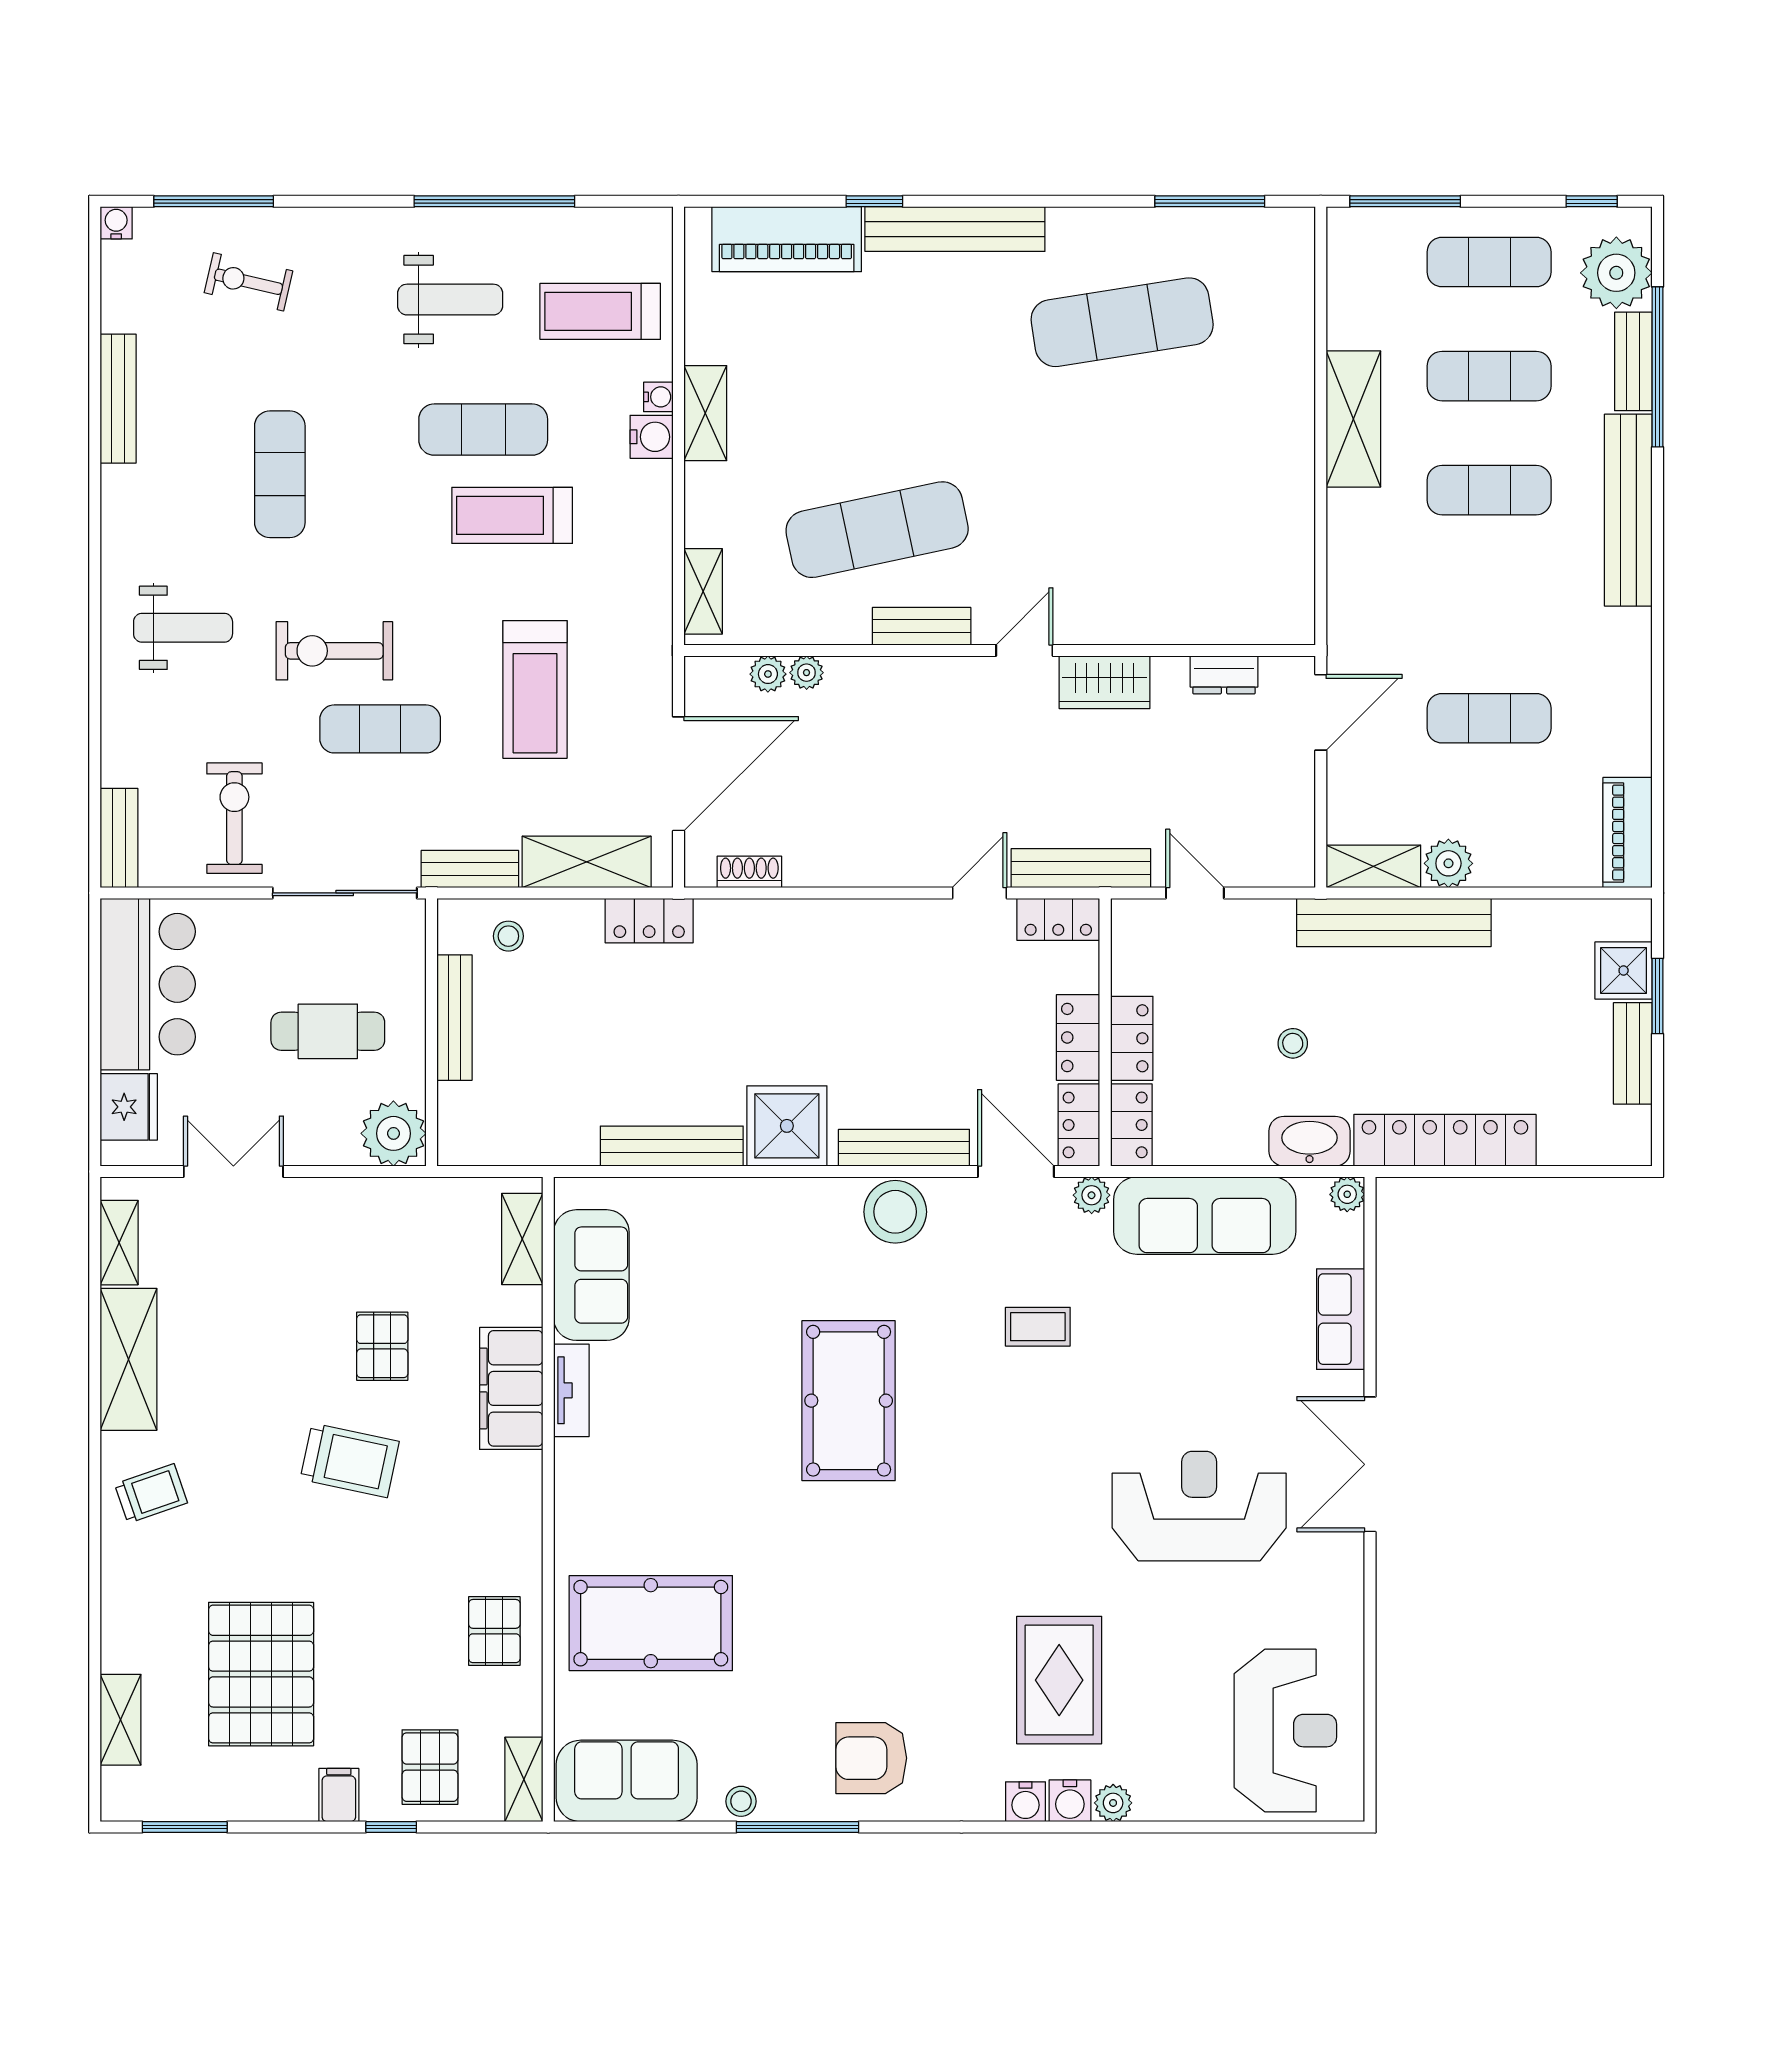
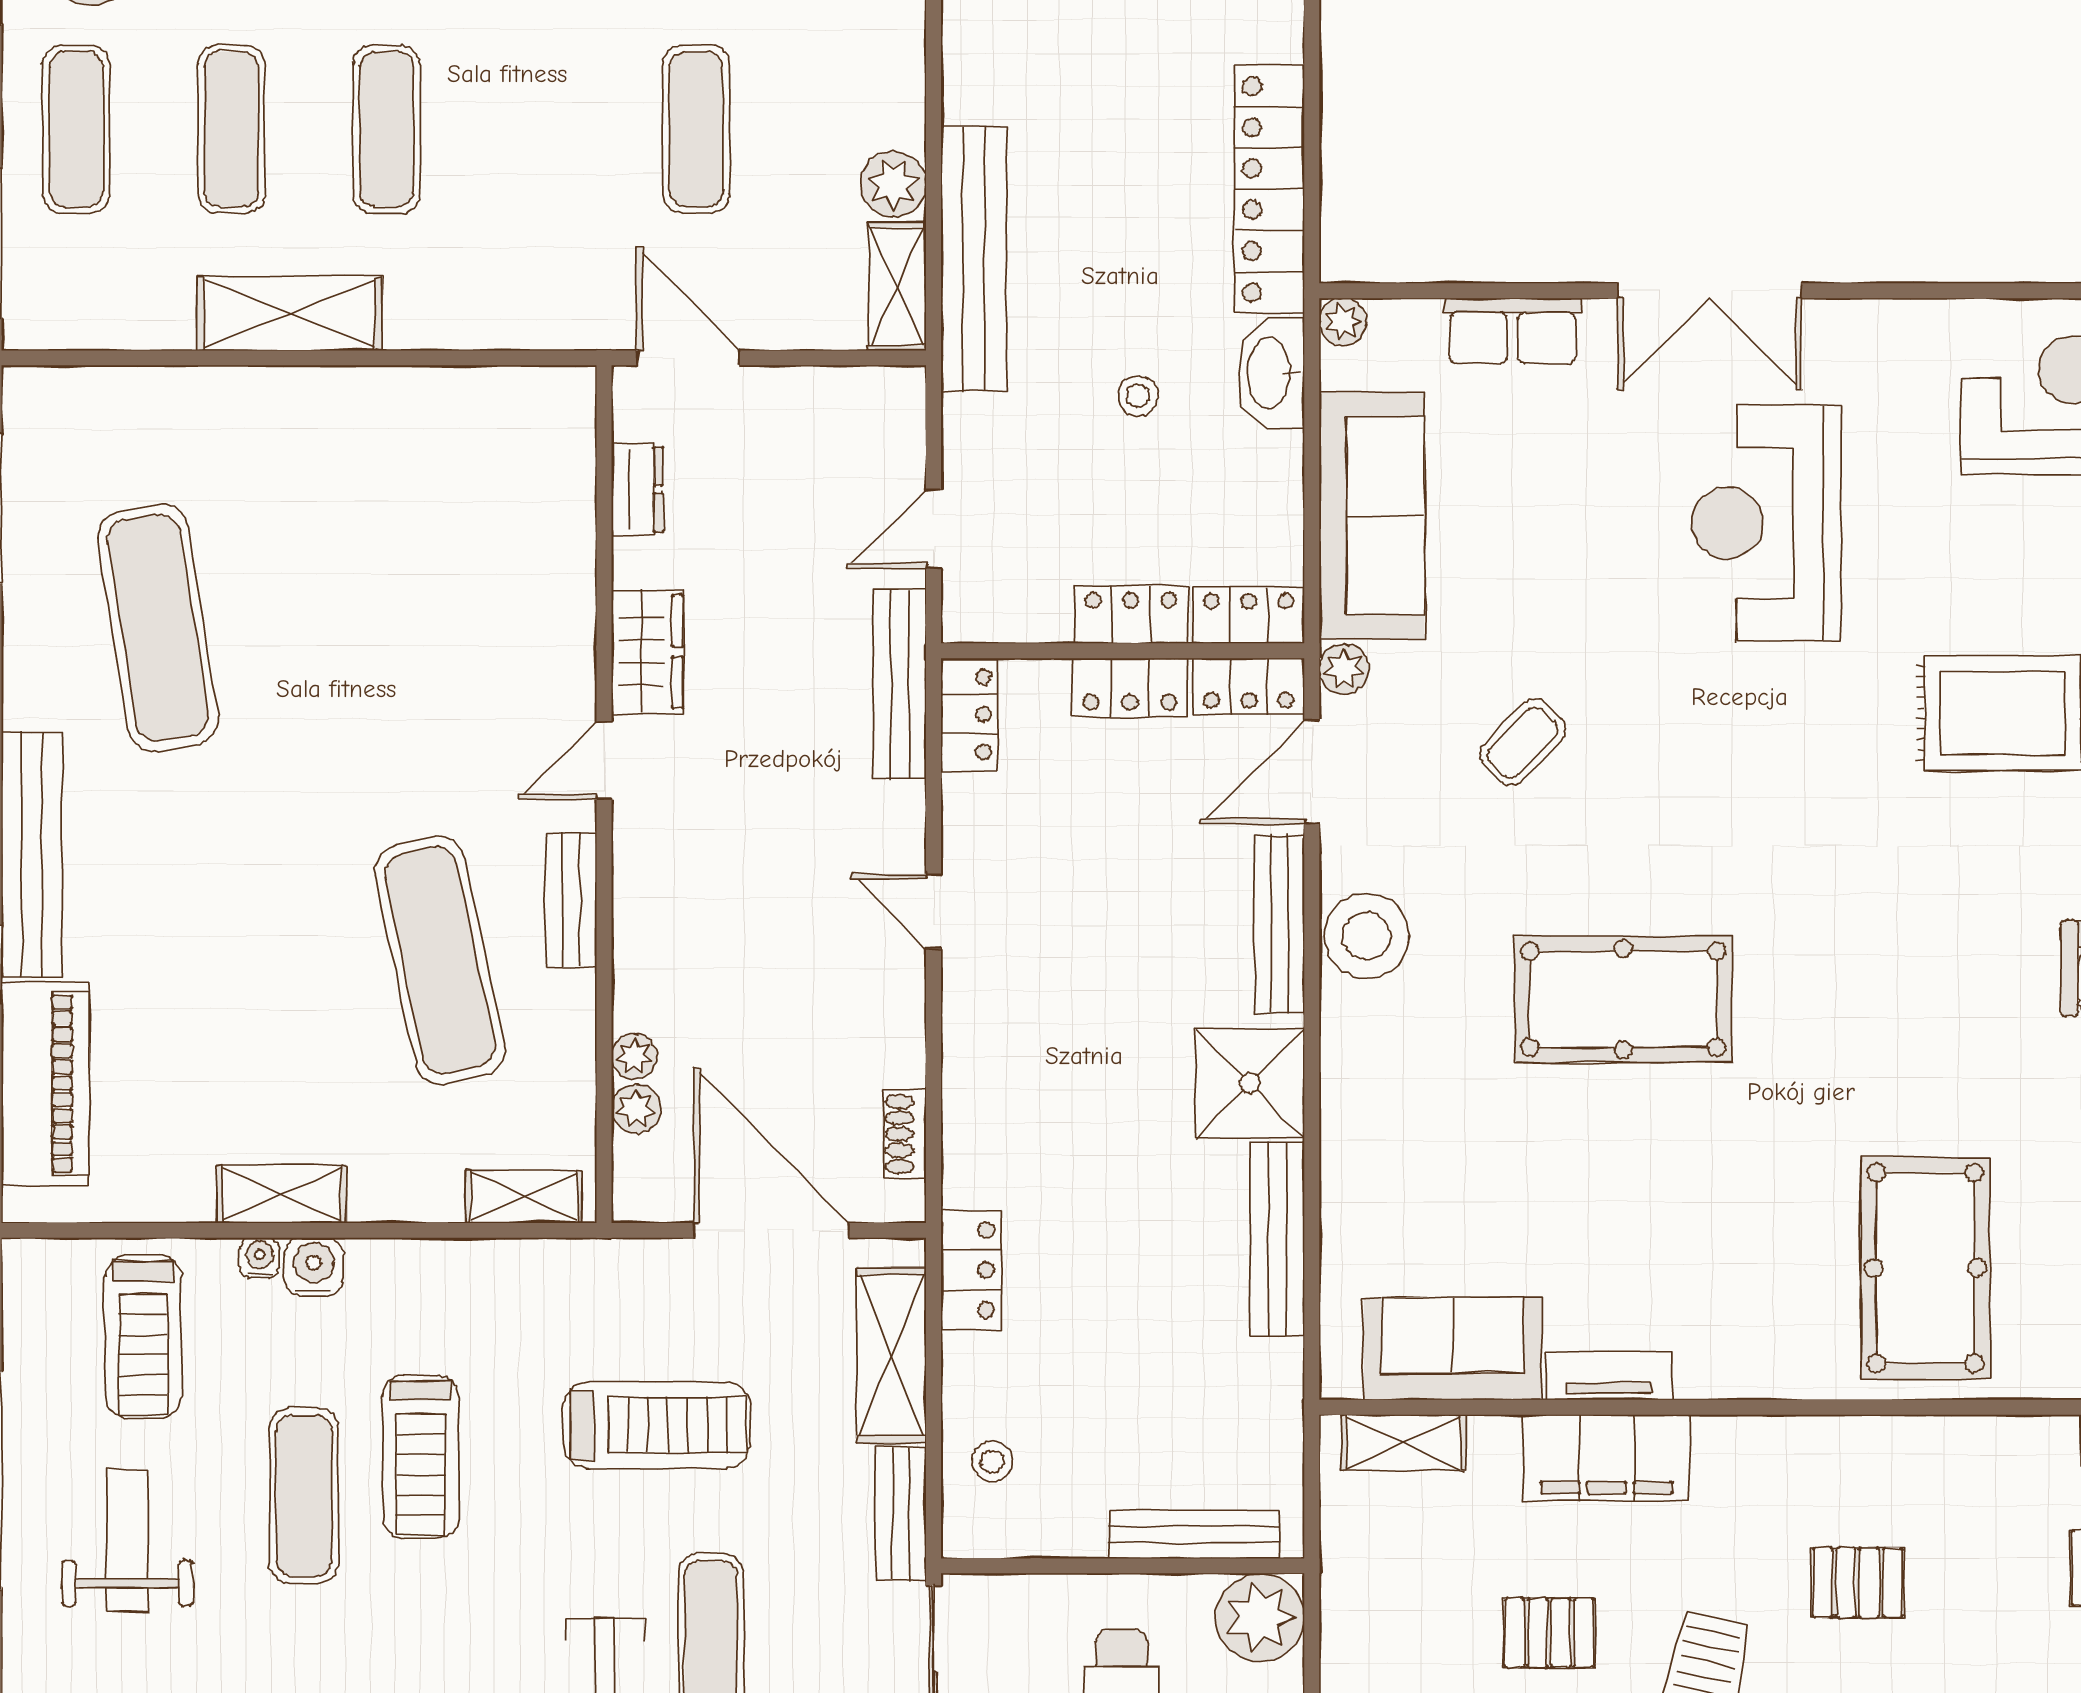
door: (1024, 650) -> (604, 760), hinge flipped
door: (979, 893) -> (934, 911), moved
bench: (454, 1018) -> (1194, 1535), moved
coffee table: (1038, 1327) -> (1523, 742), turned 44
pallet: (494, 1631) -> (1858, 1583), moved

